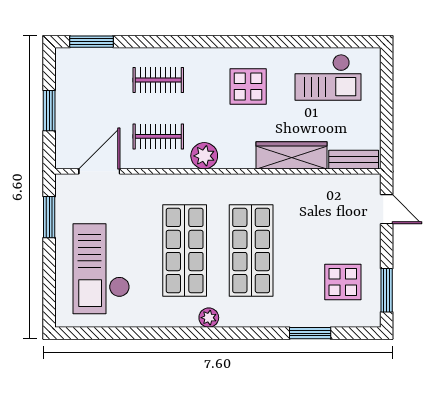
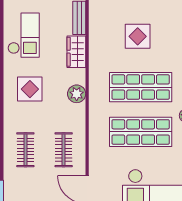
wardrobe: (292, 155) -> (76, 52), width x0.67
plant: (204, 156) -> (77, 94), moved
display table: (343, 282) -> (138, 36), moved

